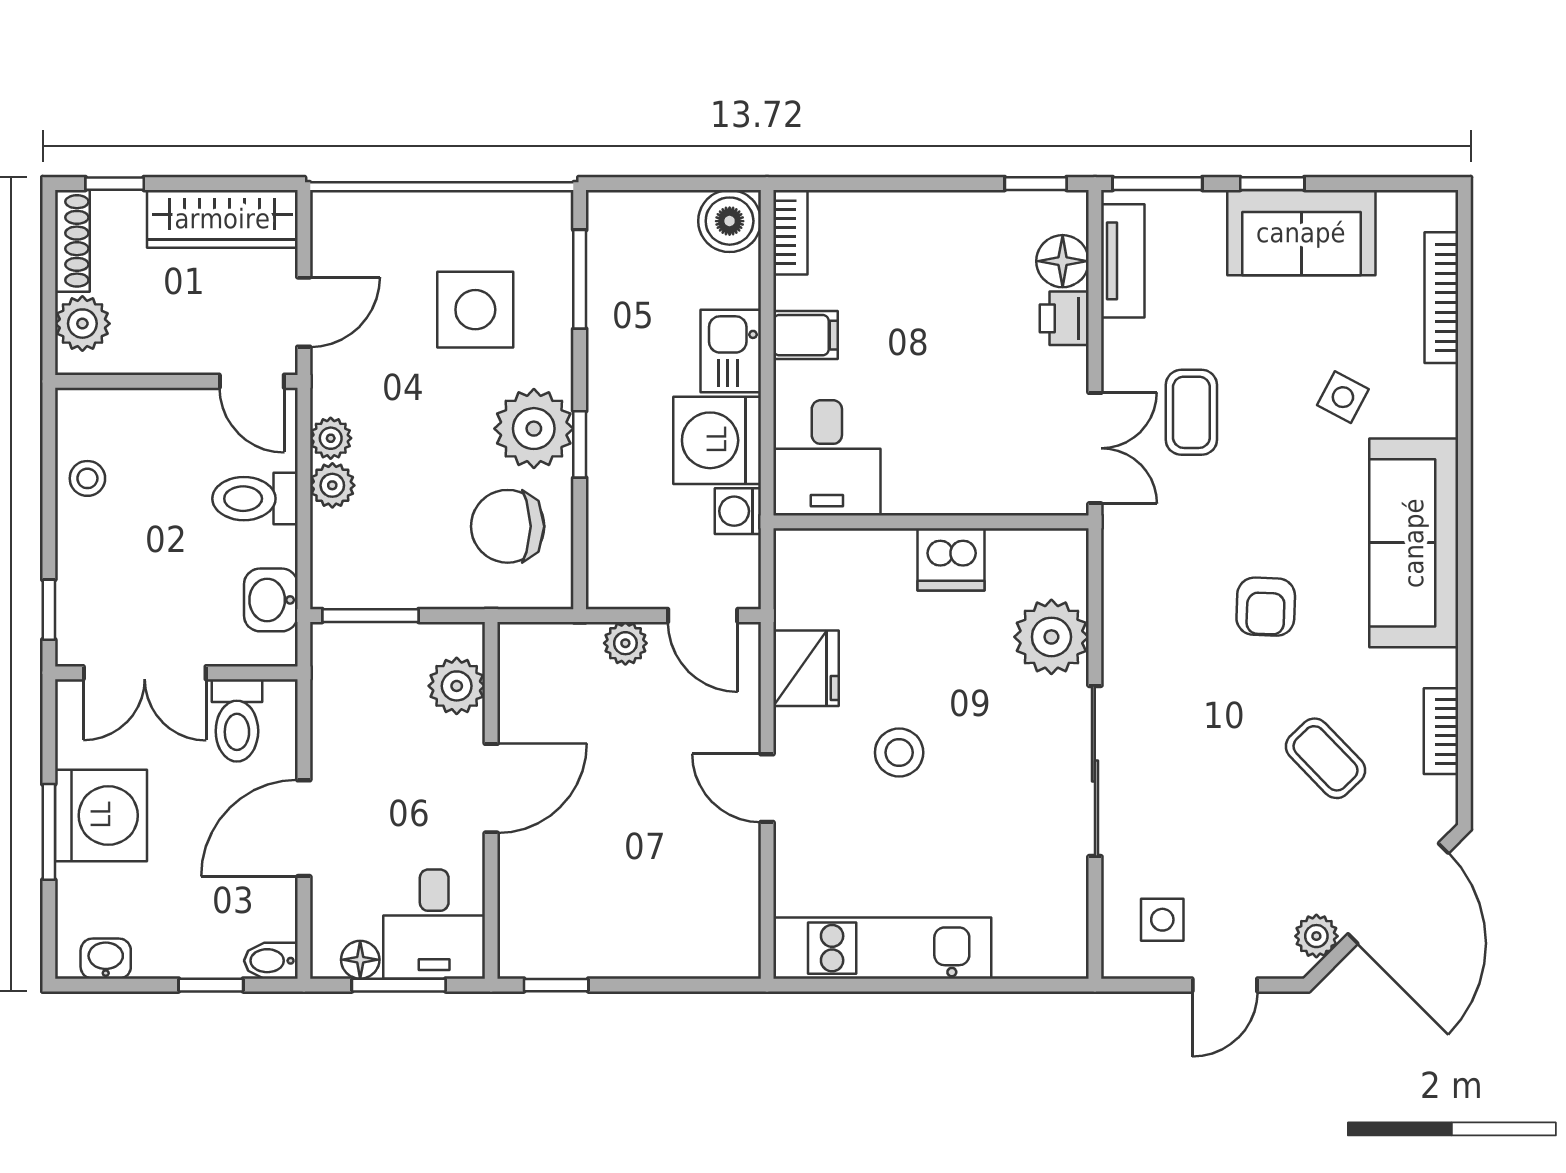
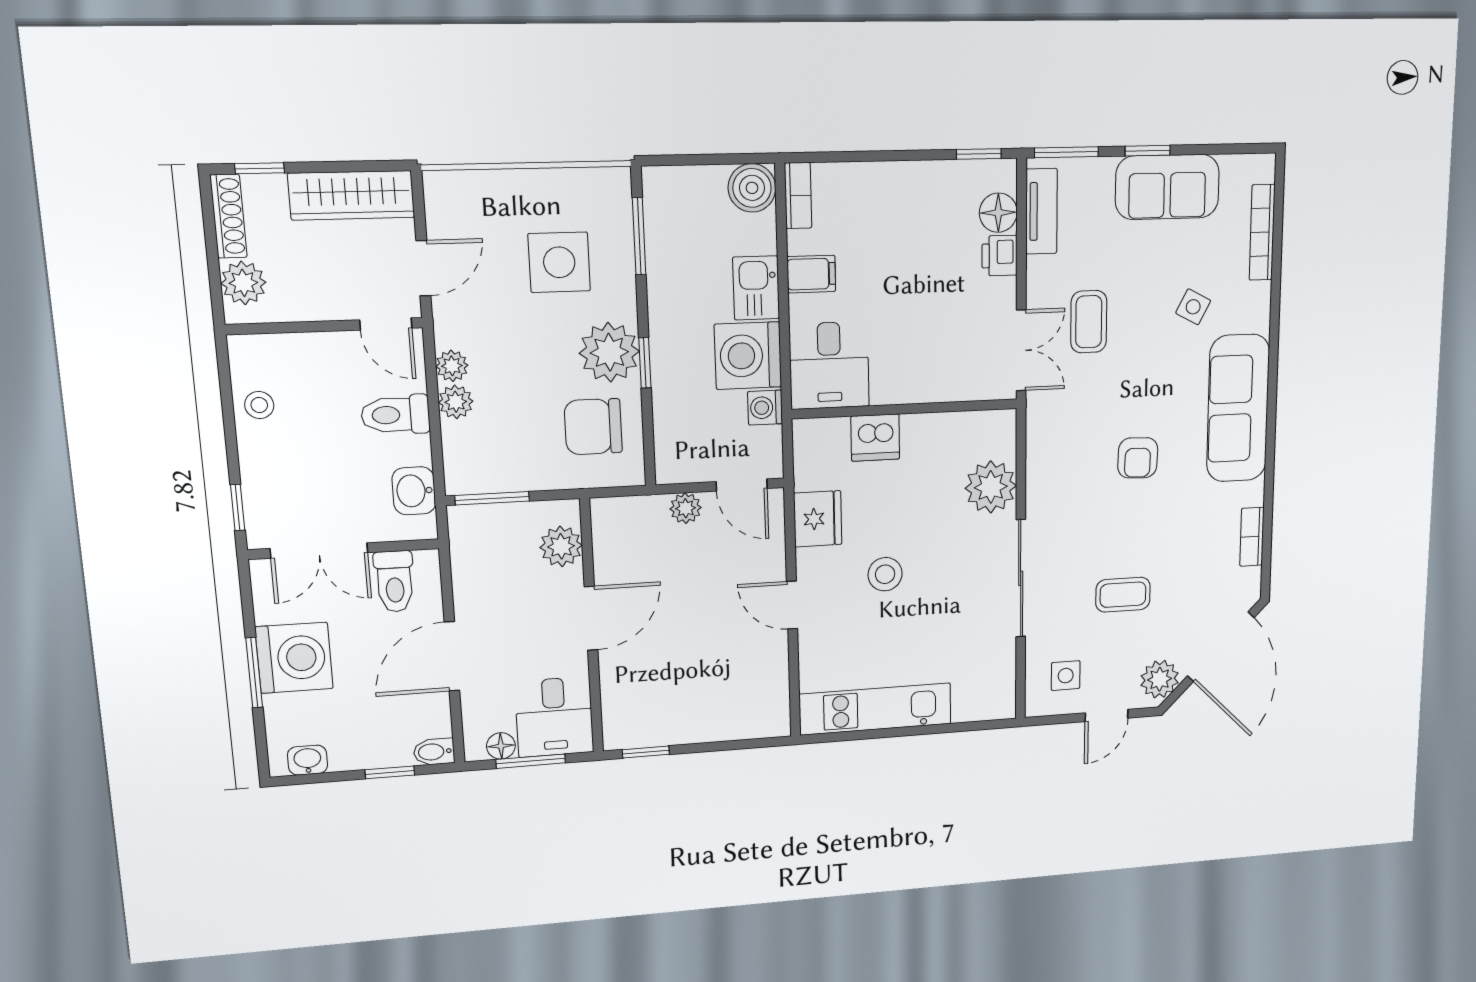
dishwasher: (951, 559) -> (875, 438), moved
coffee table: (1326, 758) -> (1123, 595), moved, turned -46
plant: (1316, 936) -> (1160, 679), width x1.38, depth x1.38

